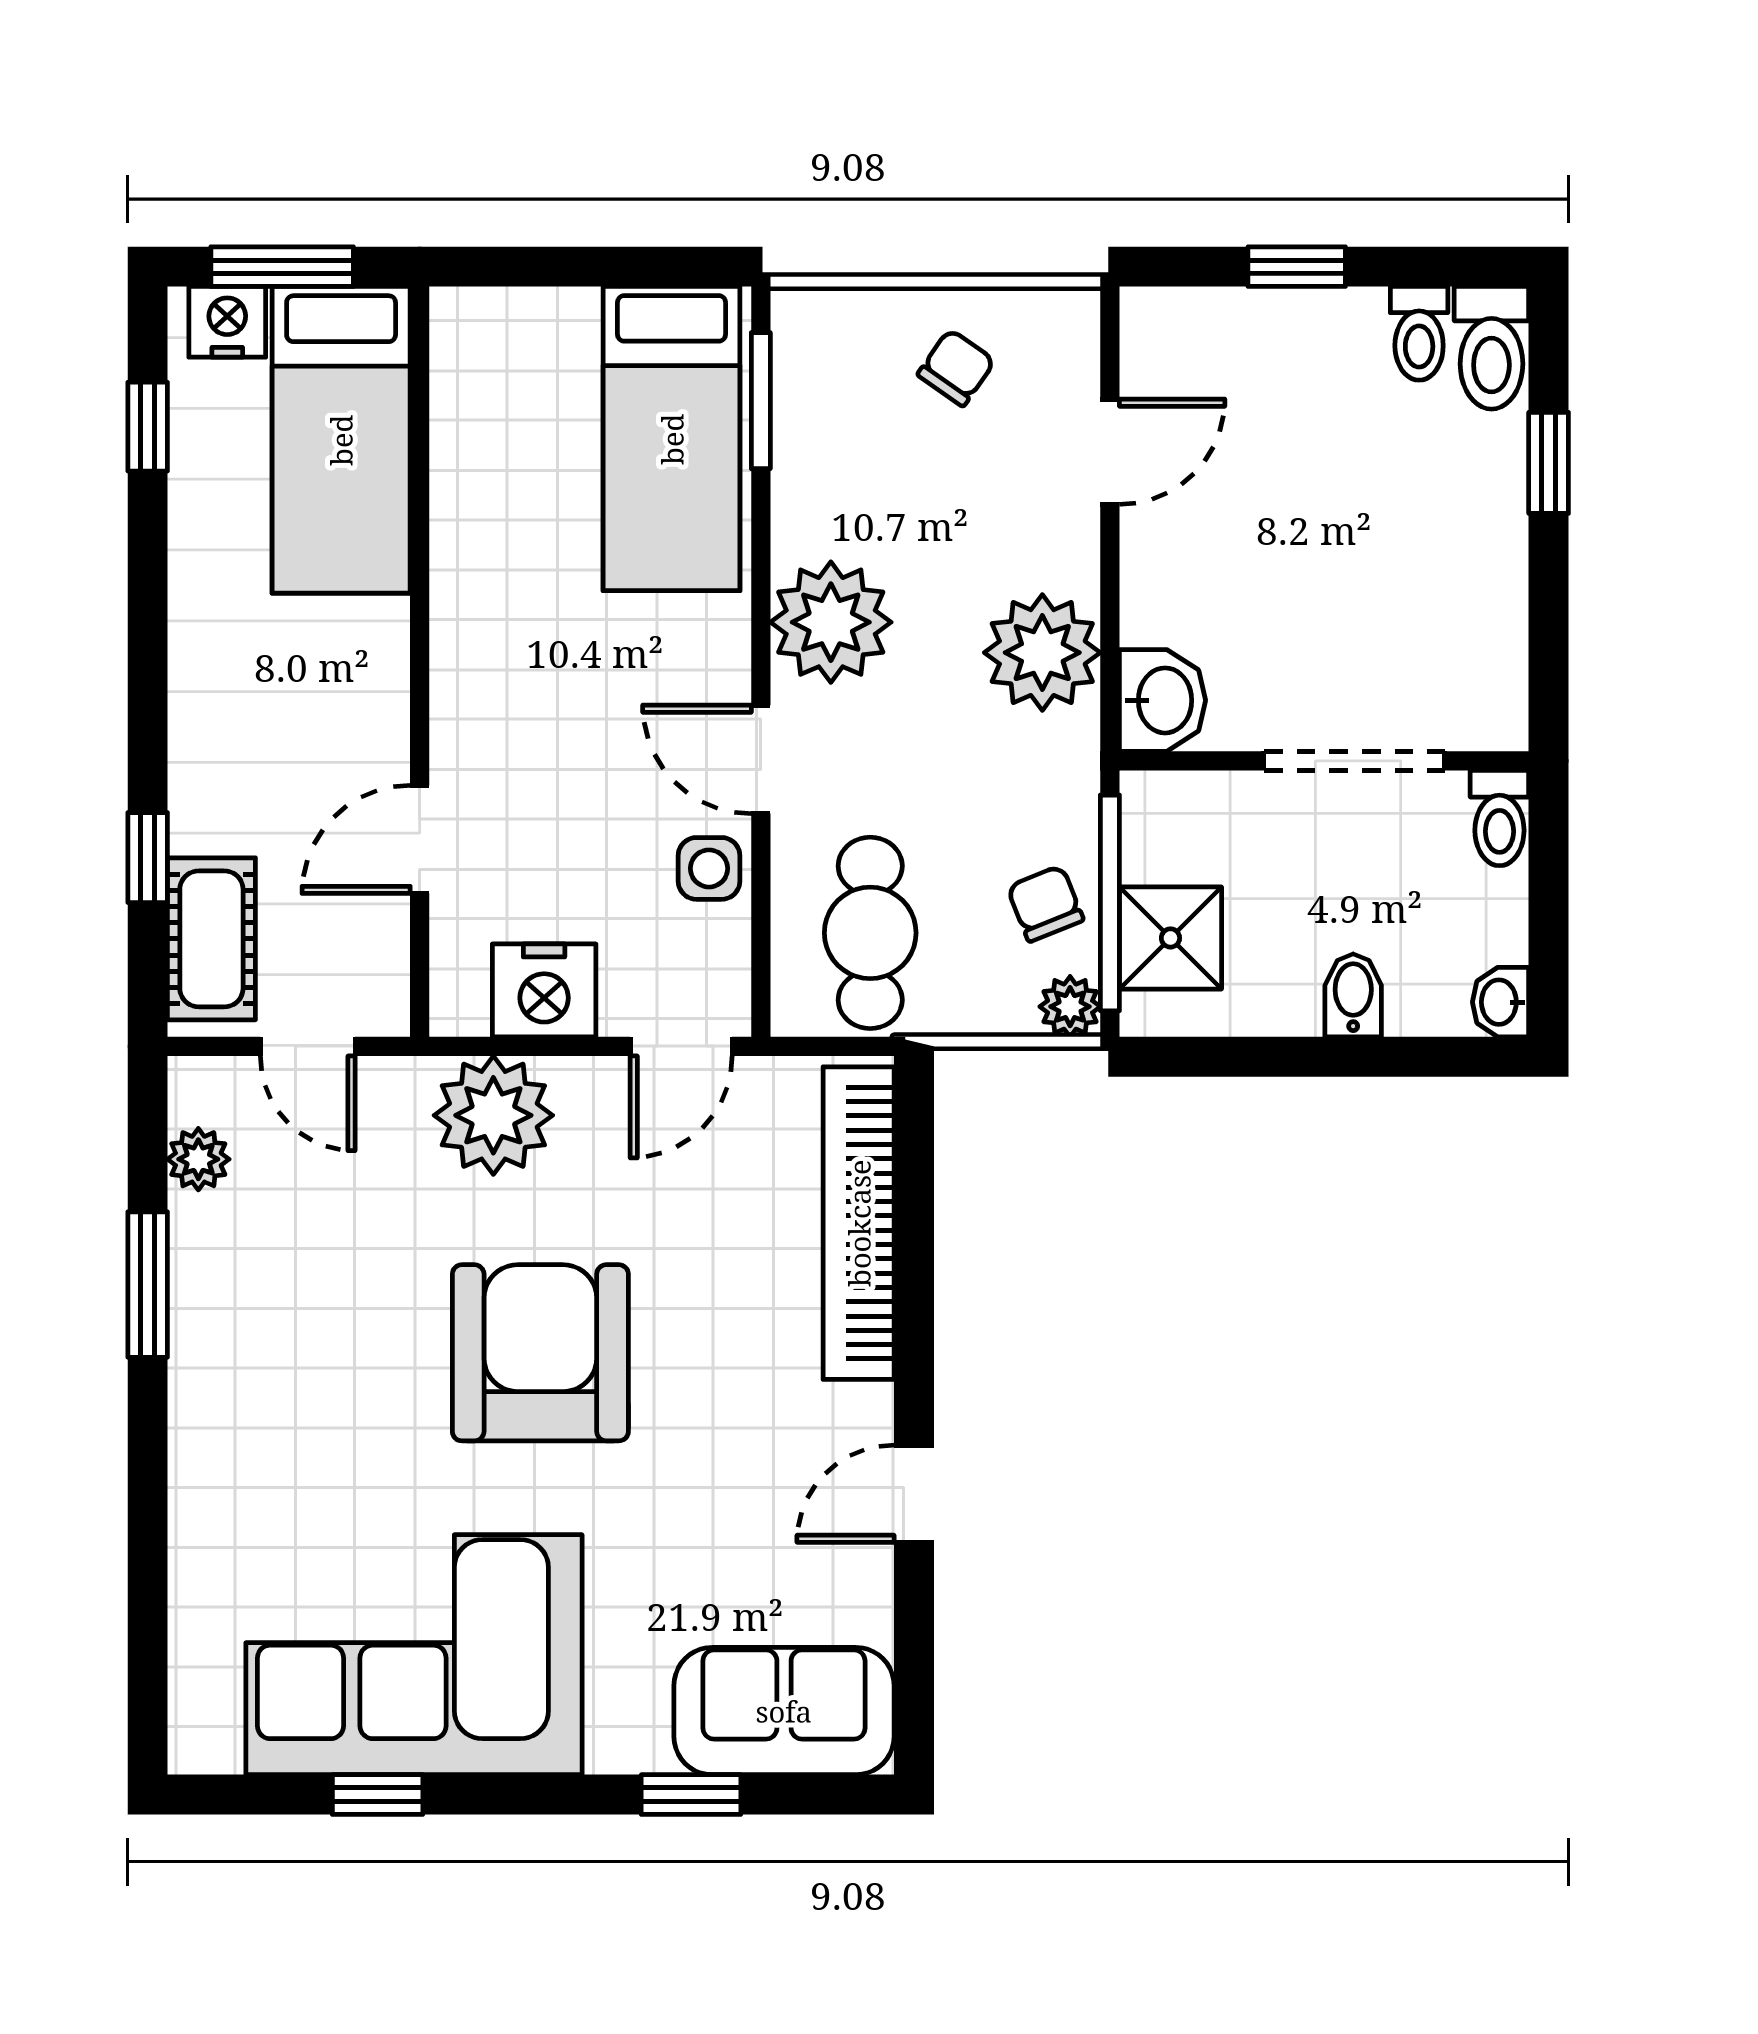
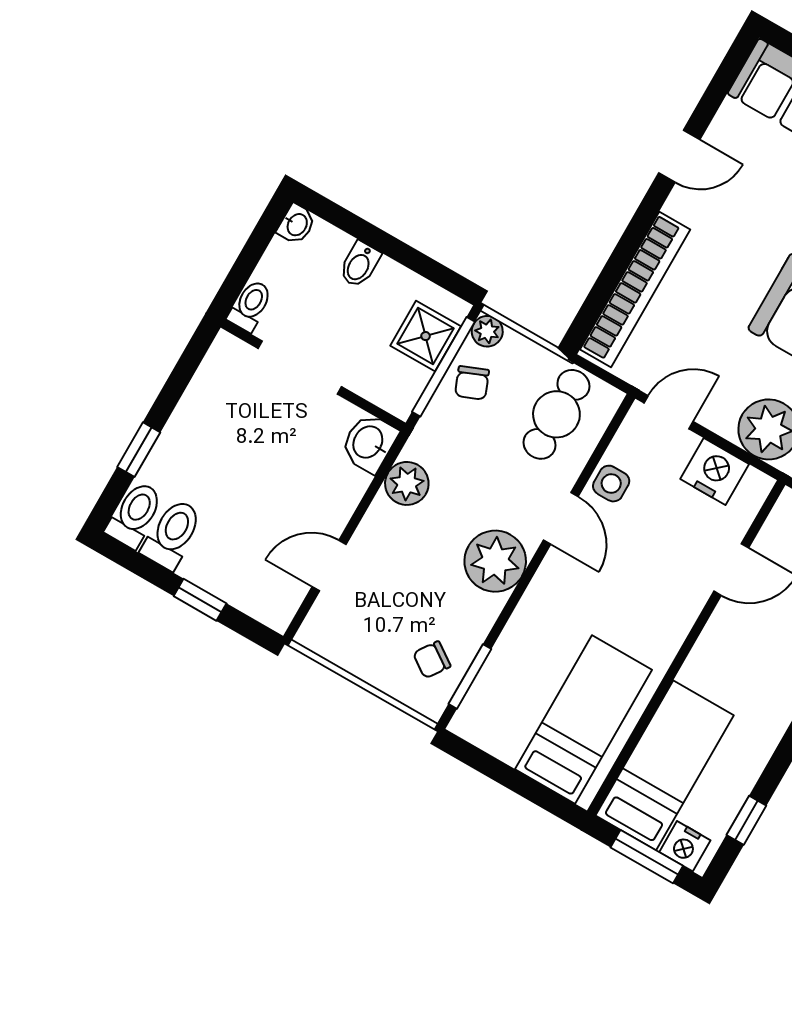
toilet: (1419, 333) -> (172, 534), width x1.37, depth x1.39
chair: (956, 368) -> (432, 660), moved
bed: (672, 439) -> (584, 720), moved
plant: (1042, 653) -> (407, 483), width x0.73, depth x0.73

